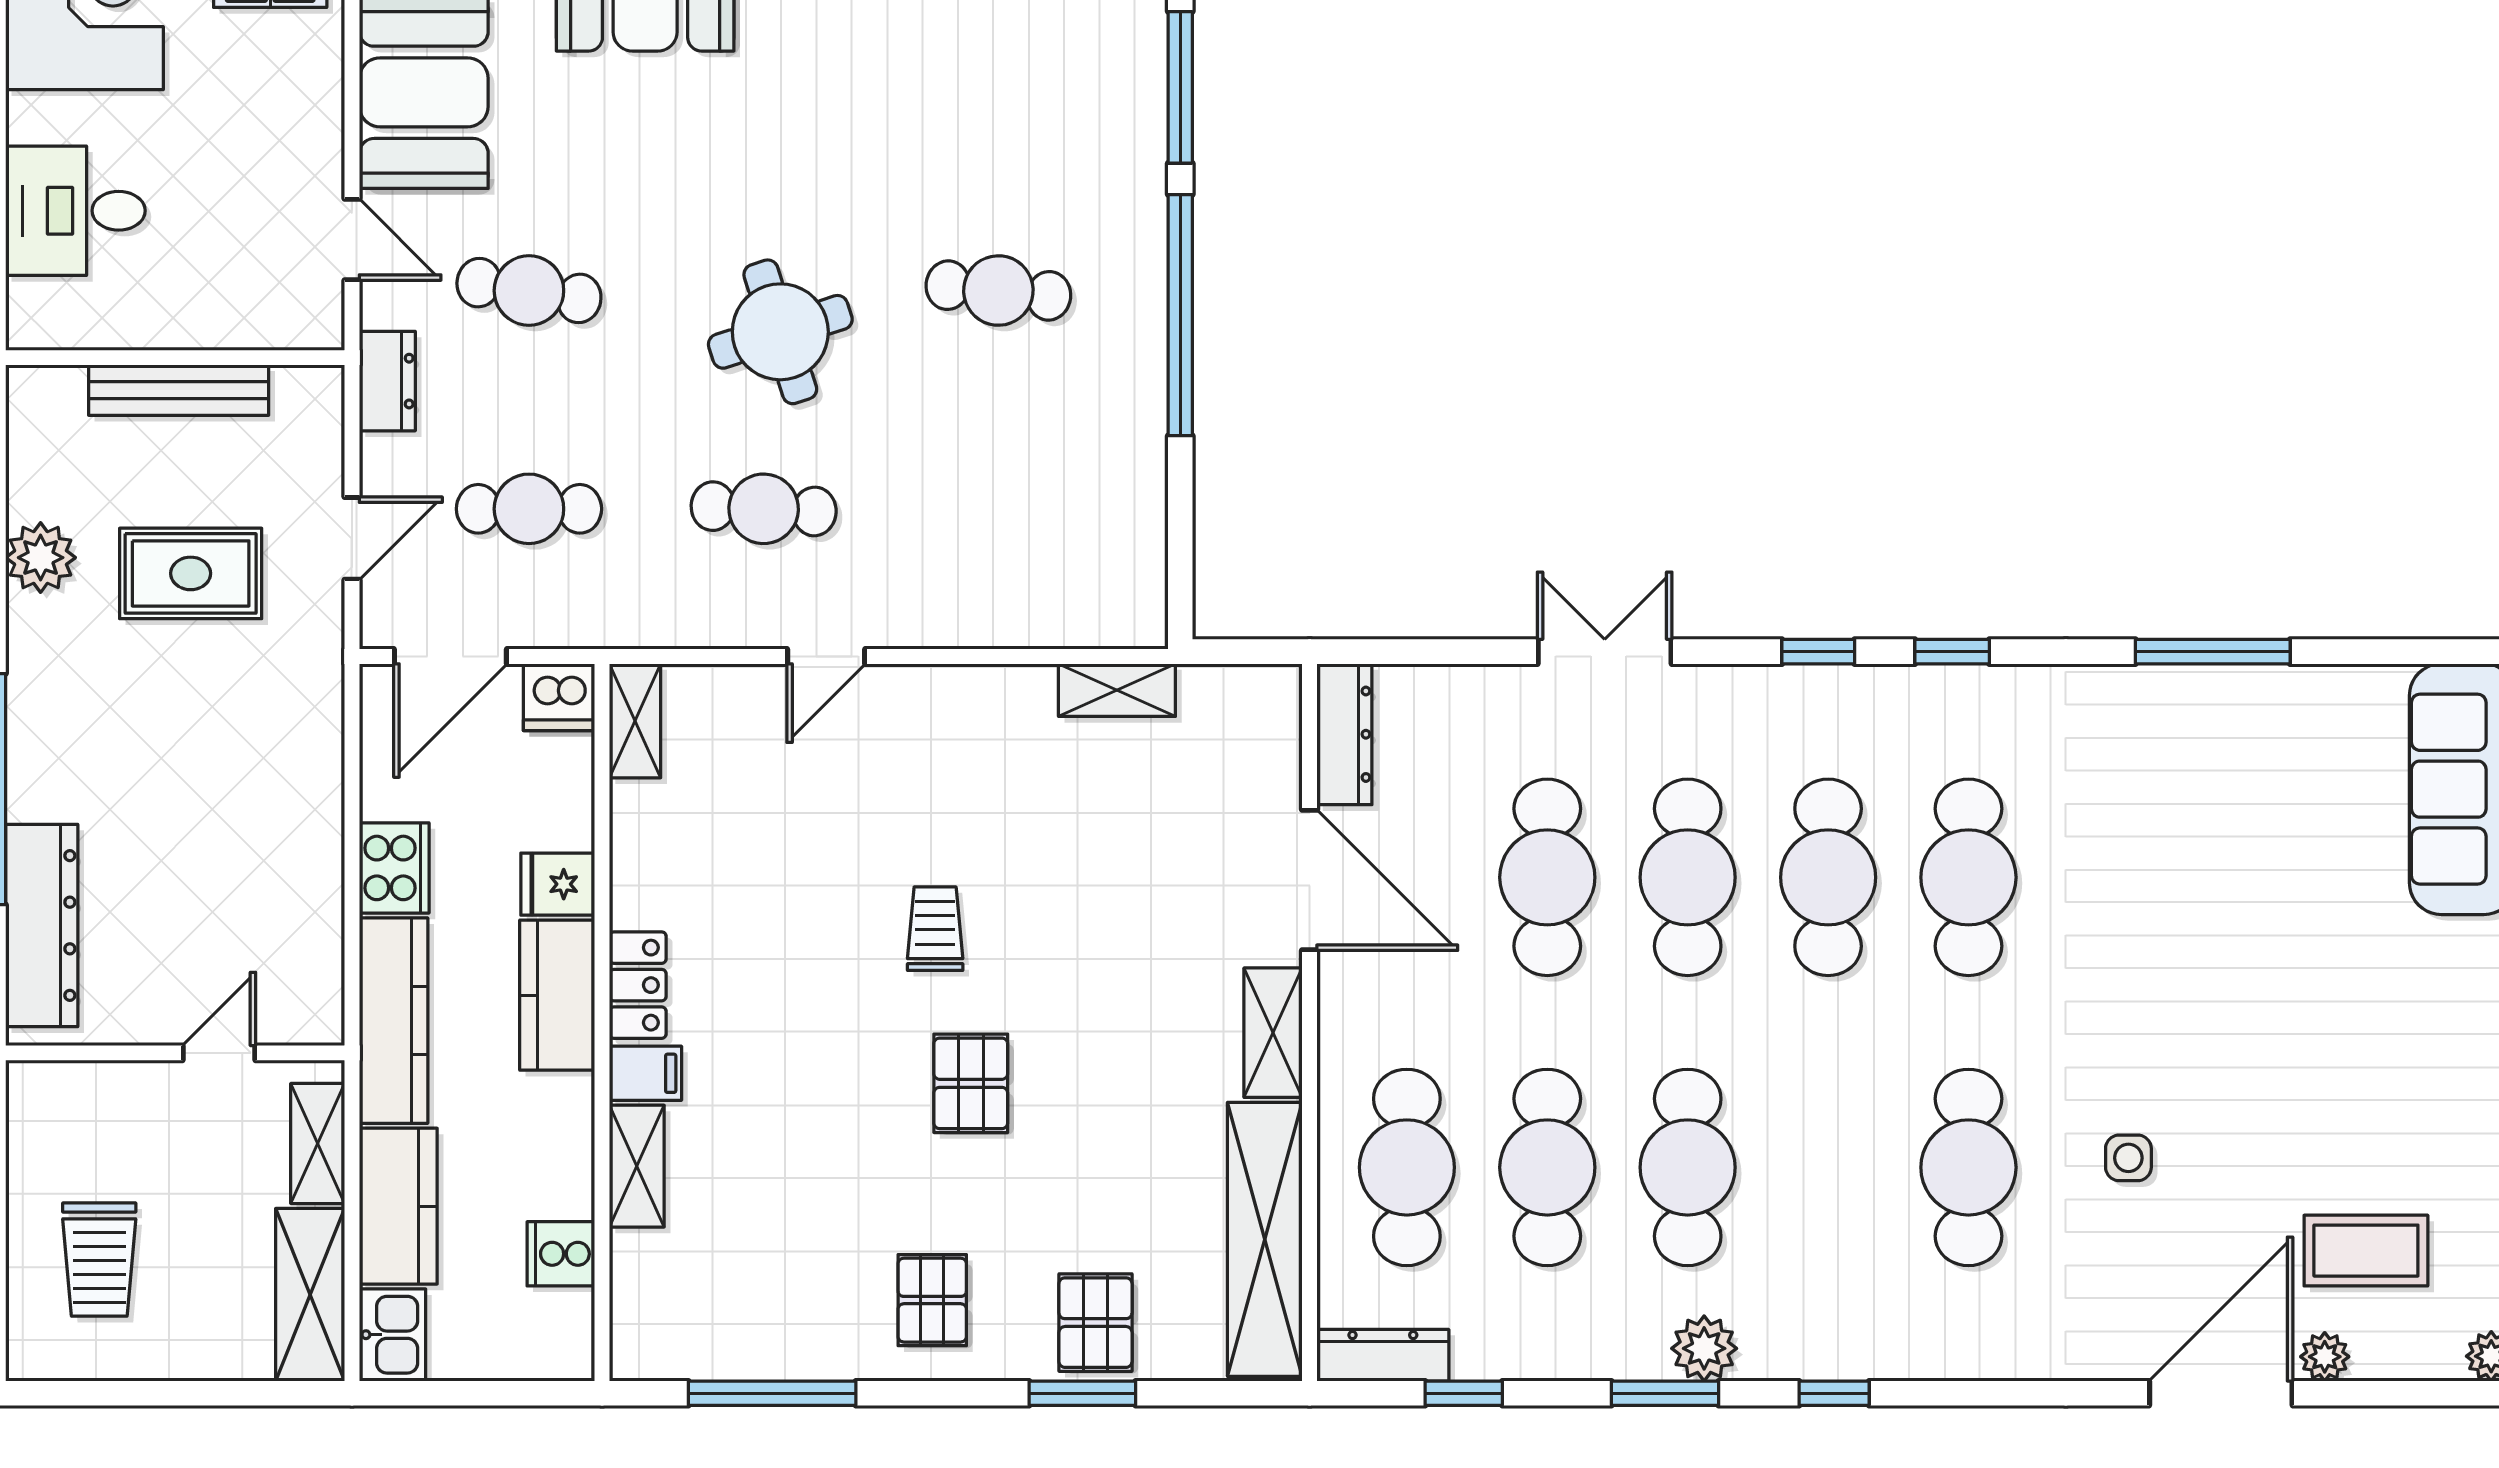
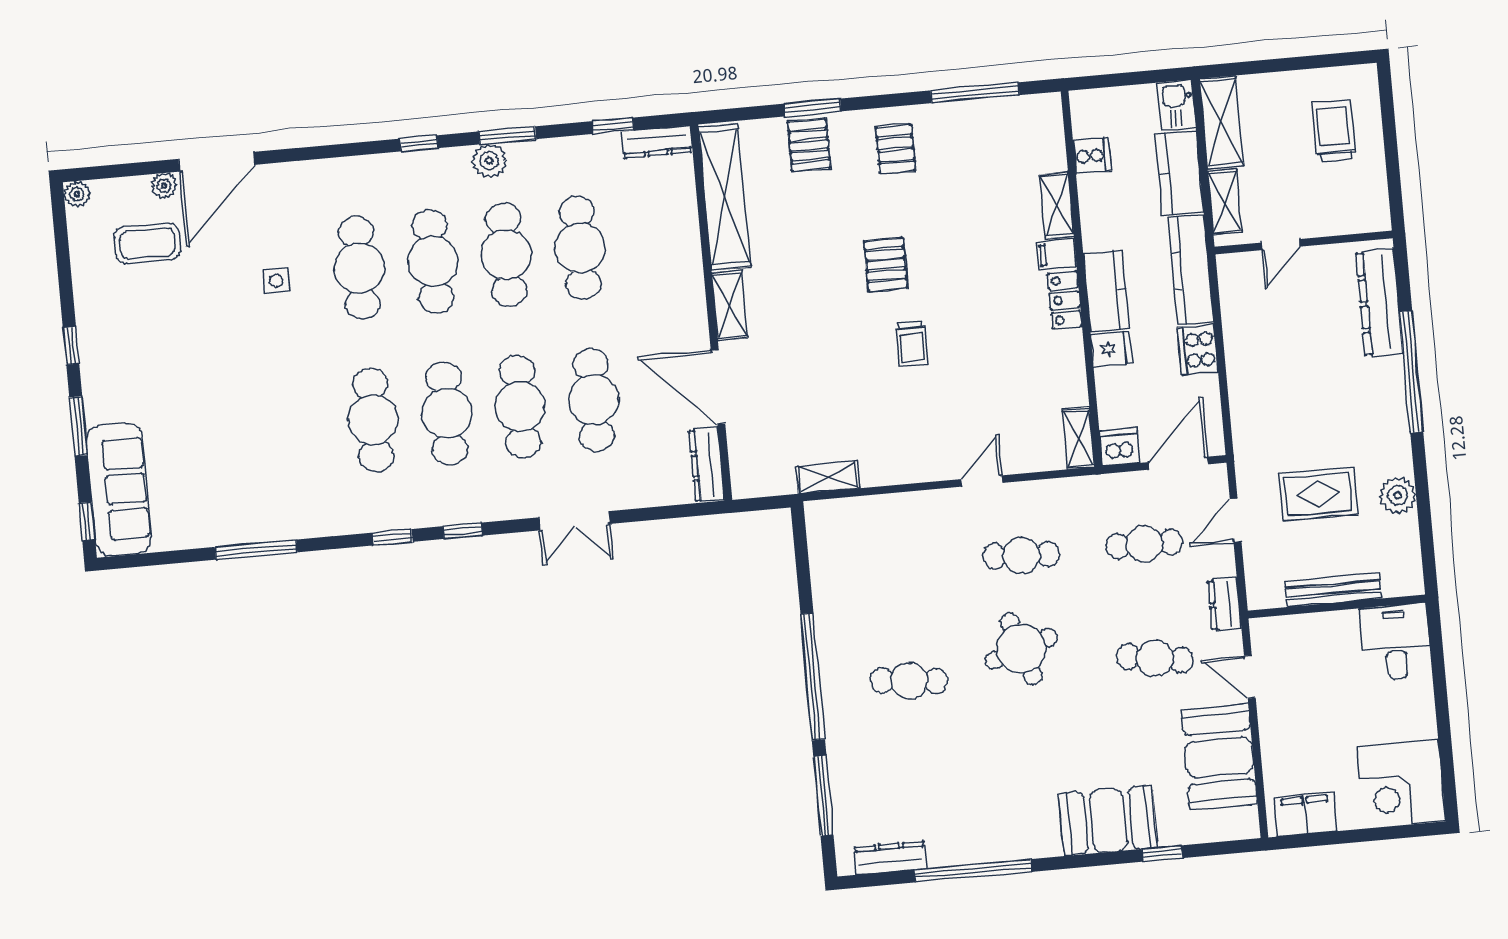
desk: (75, 211) -> (1395, 642), moved, turned -90
cafe table: (1407, 1167) -> (433, 261), moved

